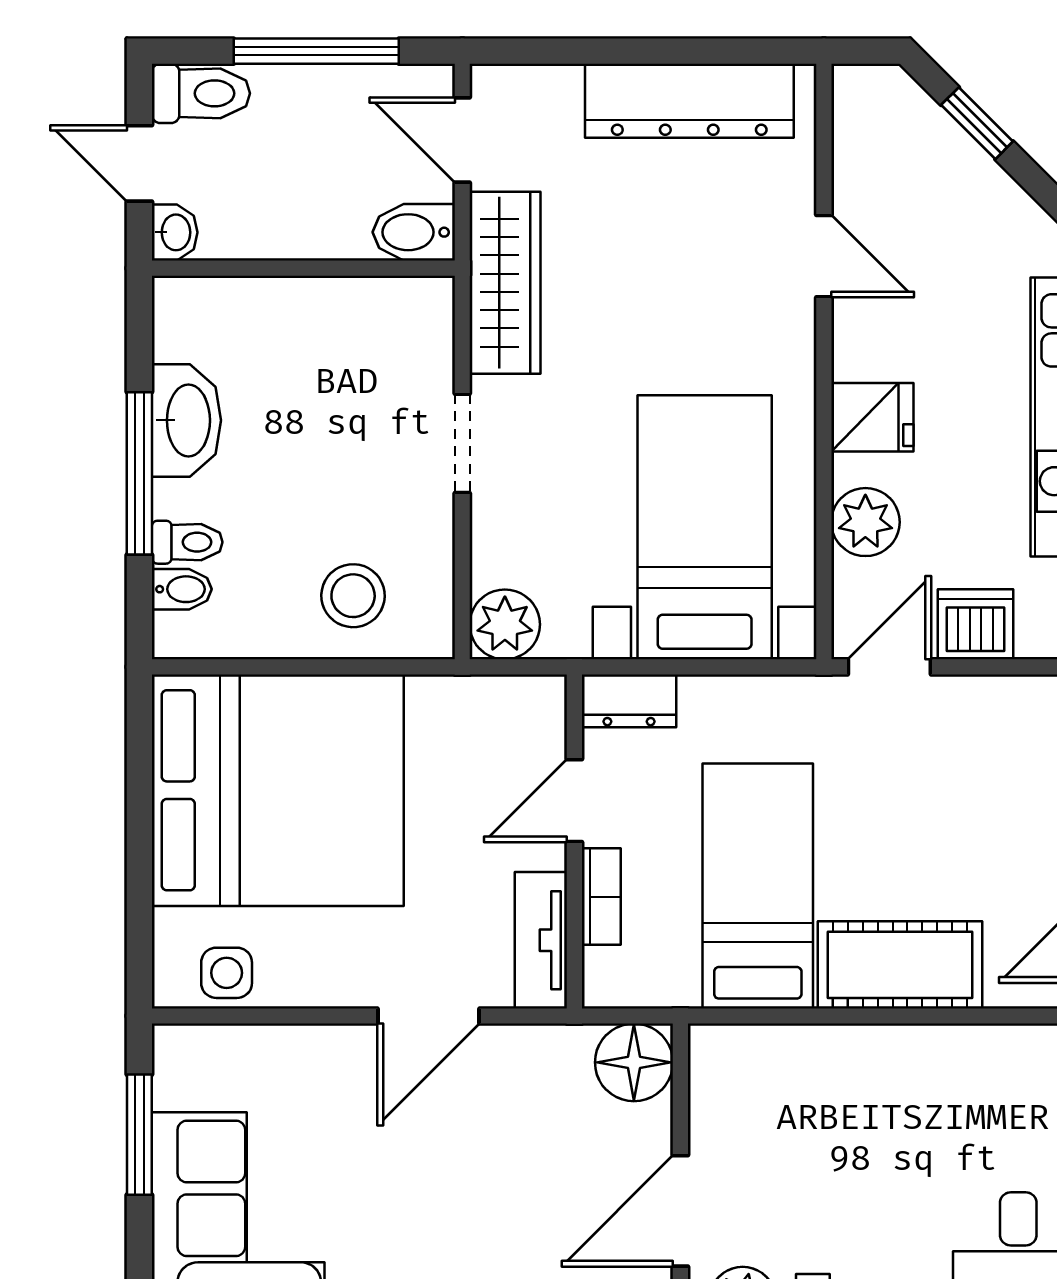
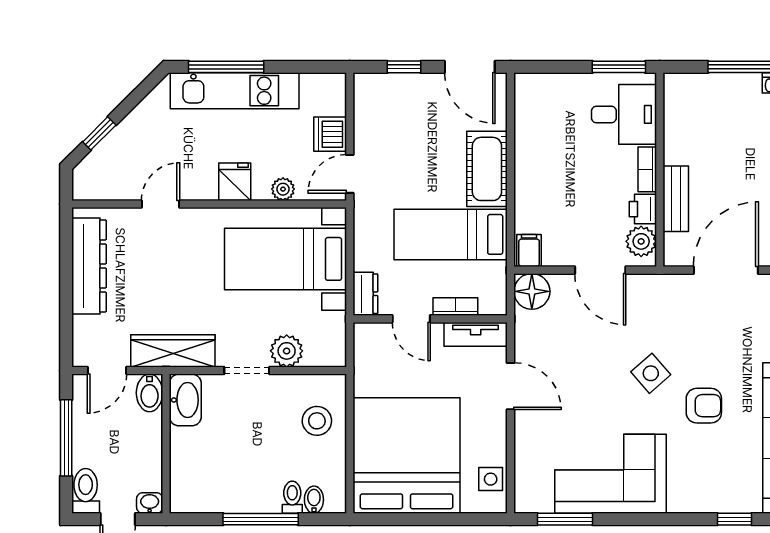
washbasin: (186, 420) -> (185, 400), moved, turned 90
plant: (865, 522) -> (283, 189), width x0.73, depth x0.73
plant: (505, 624) -> (287, 351), moved
door: (889, 667) -> (350, 174), hinge flipped
filing cabinet: (723, 1056) -> (529, 250), added

